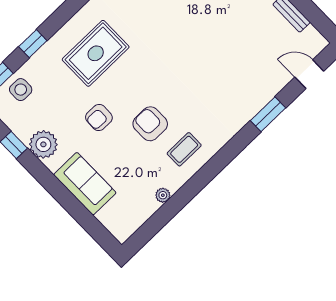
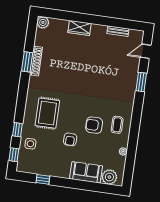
side table: (21, 90) -> (30, 144), moved
plant: (43, 144) -> (109, 177), moved

